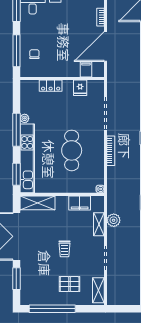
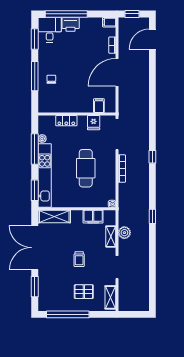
filing cabinet: (86, 69) -> (99, 106), moved
wall: (62, 79) -> (77, 114), moved
locker: (51, 86) -> (66, 121), moved
fridge: (80, 88) -> (94, 123), moved

